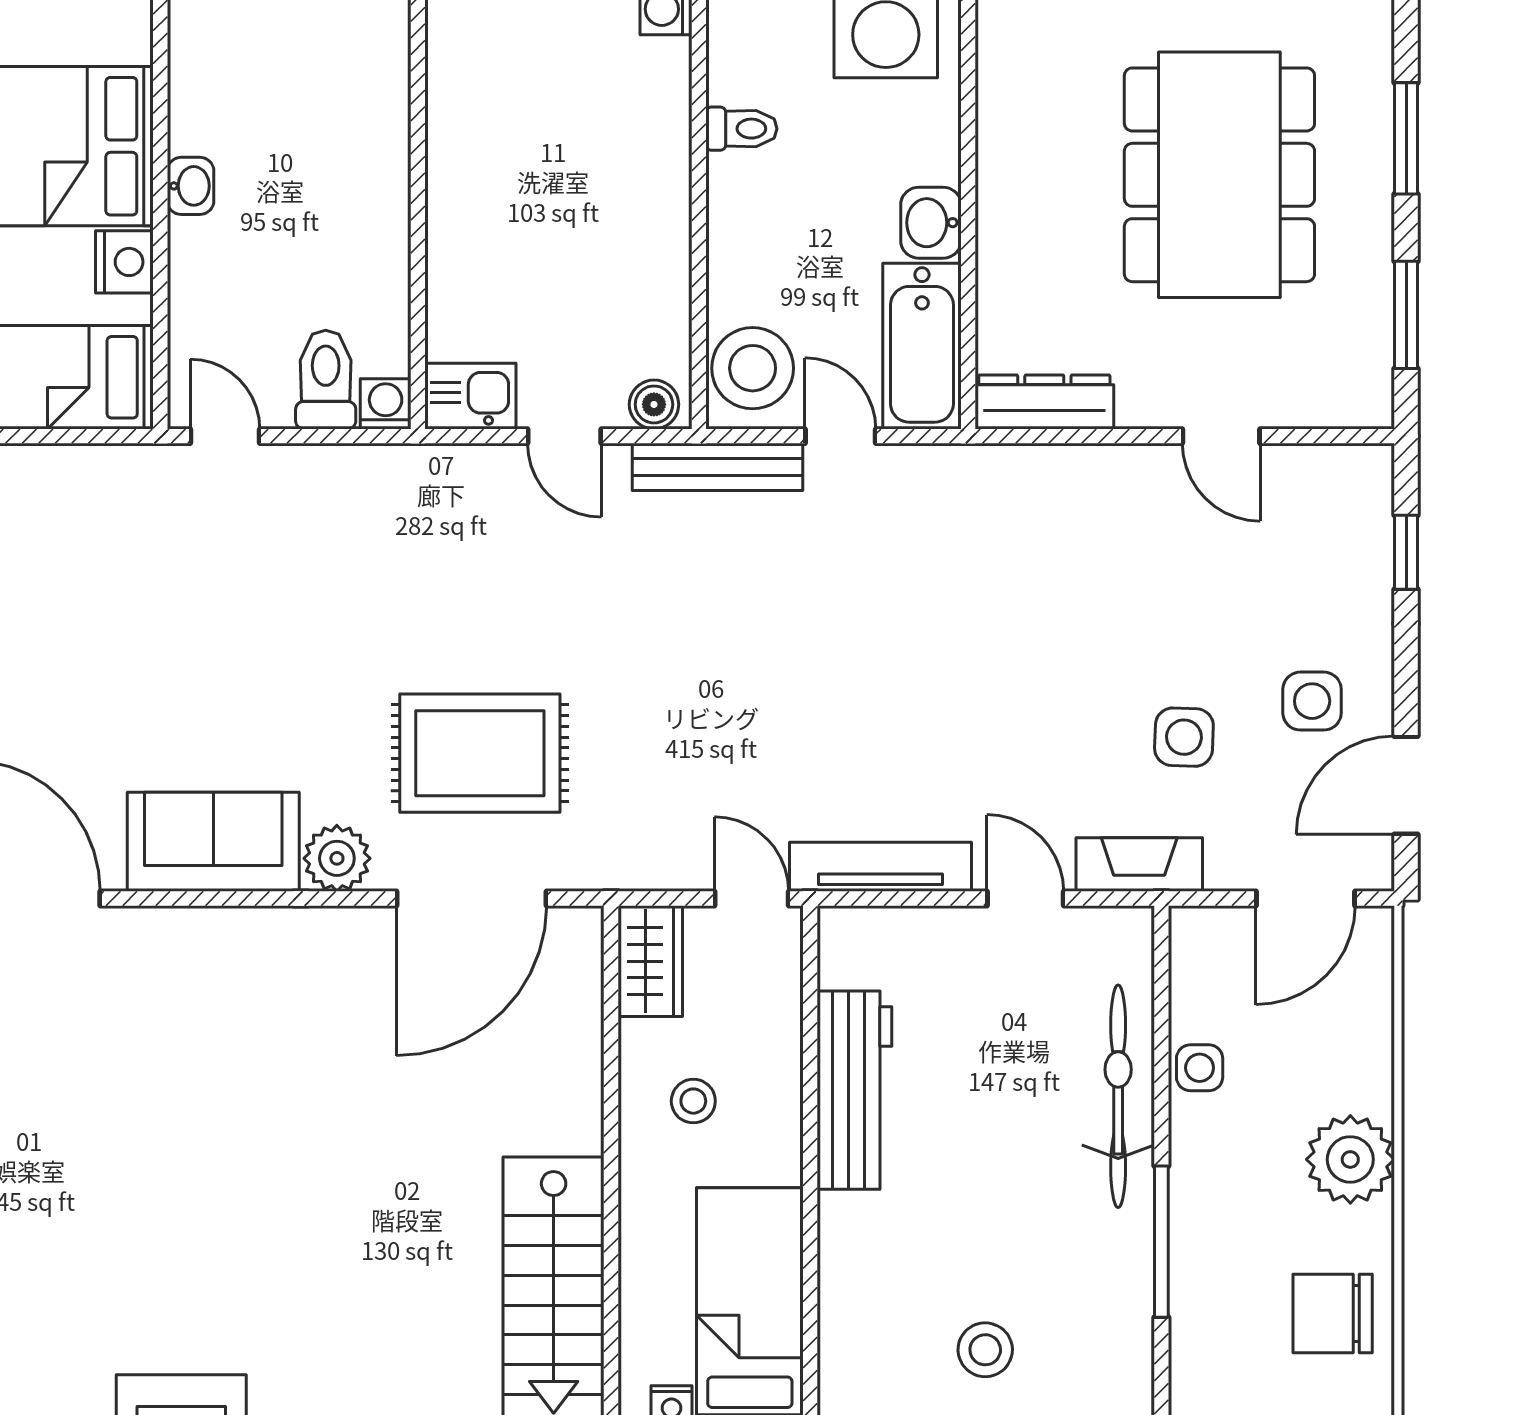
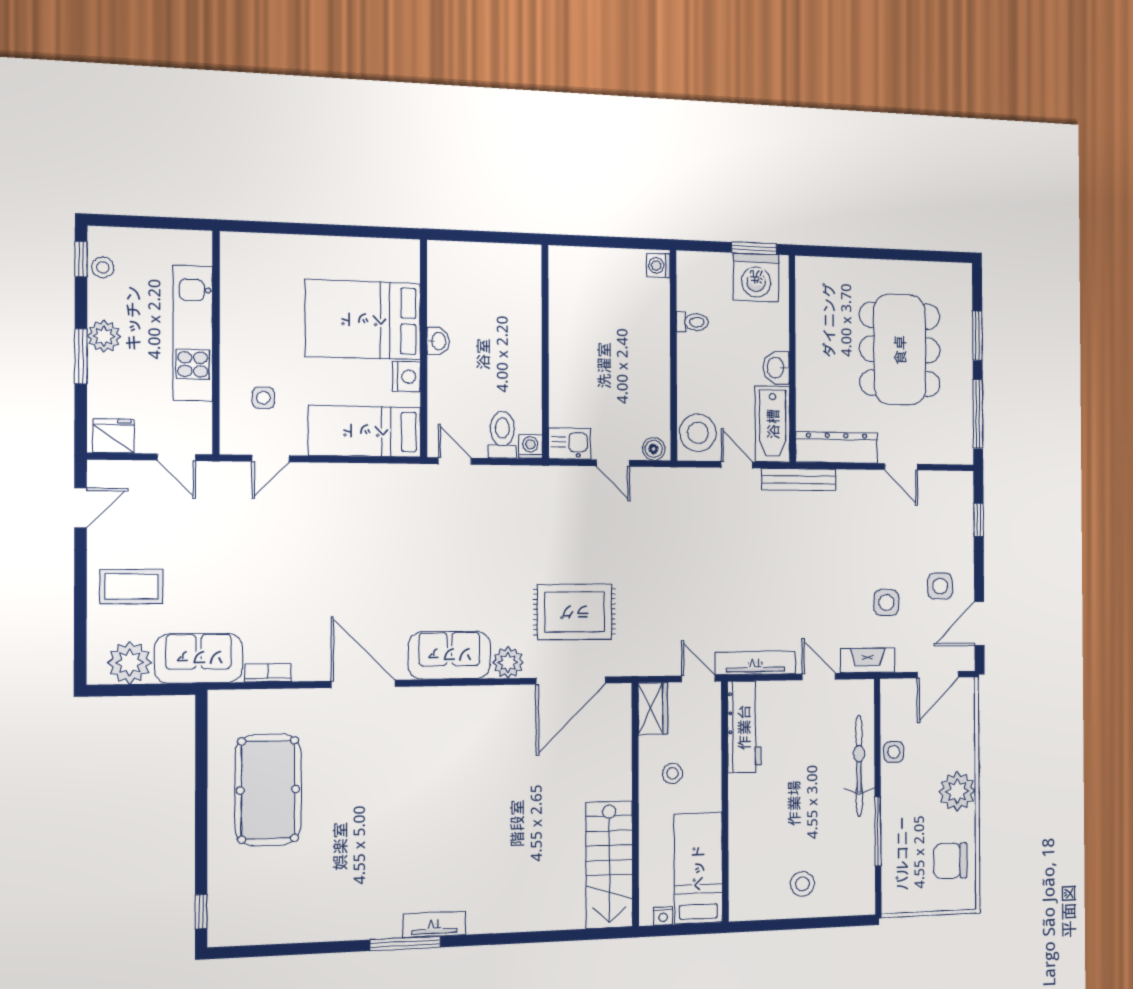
window: (1406, 315) -> (978, 414), width x1.44
dresser: (1044, 402) -> (837, 448), width x1.37, depth x1.24
bench: (718, 467) -> (799, 480), moved
workbench: (854, 1090) -> (744, 727), moved

